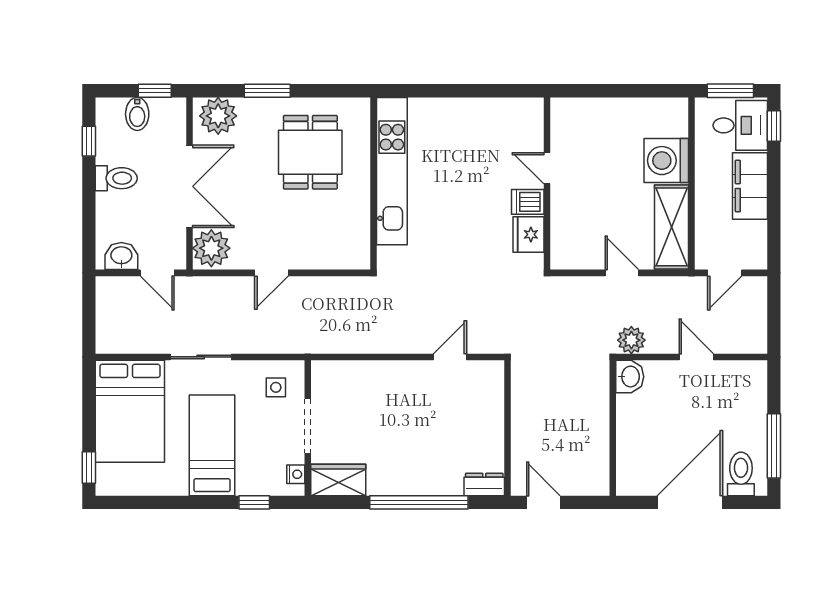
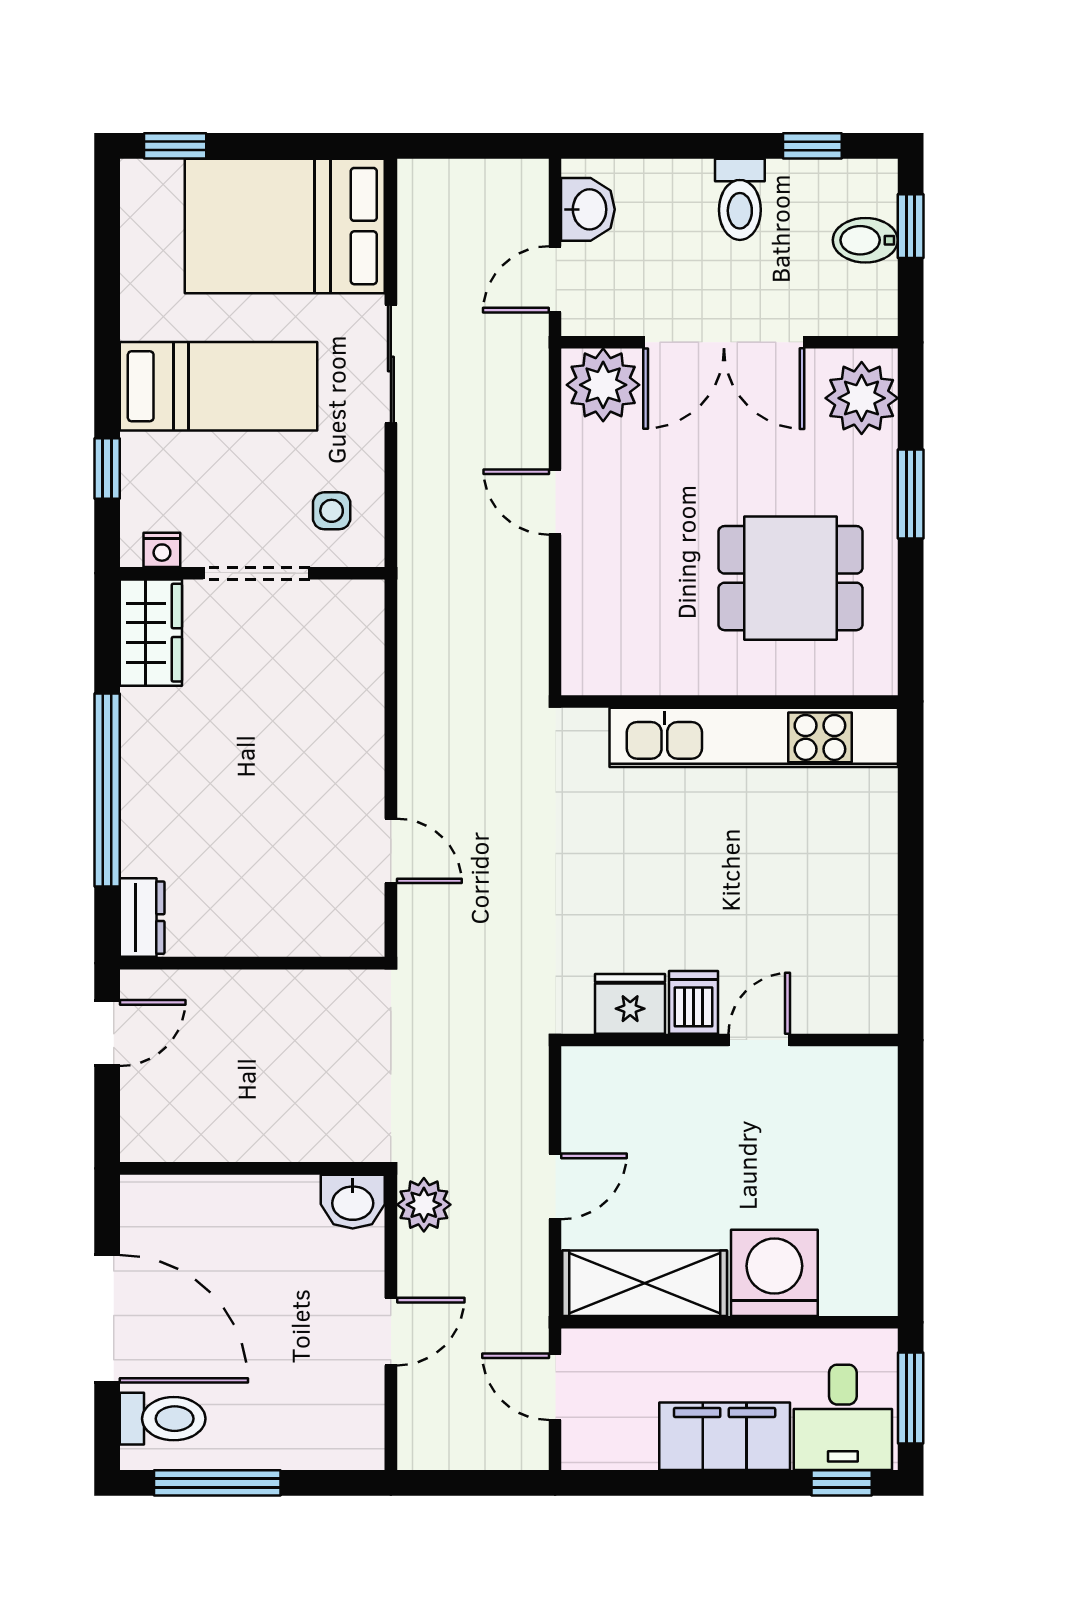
window: (155, 91) -> (911, 226), moved

